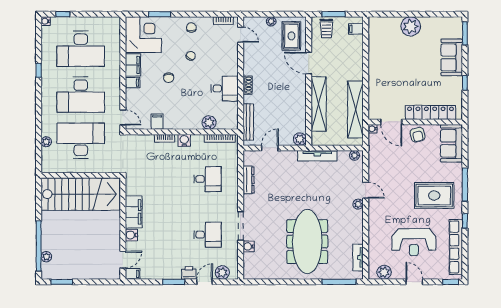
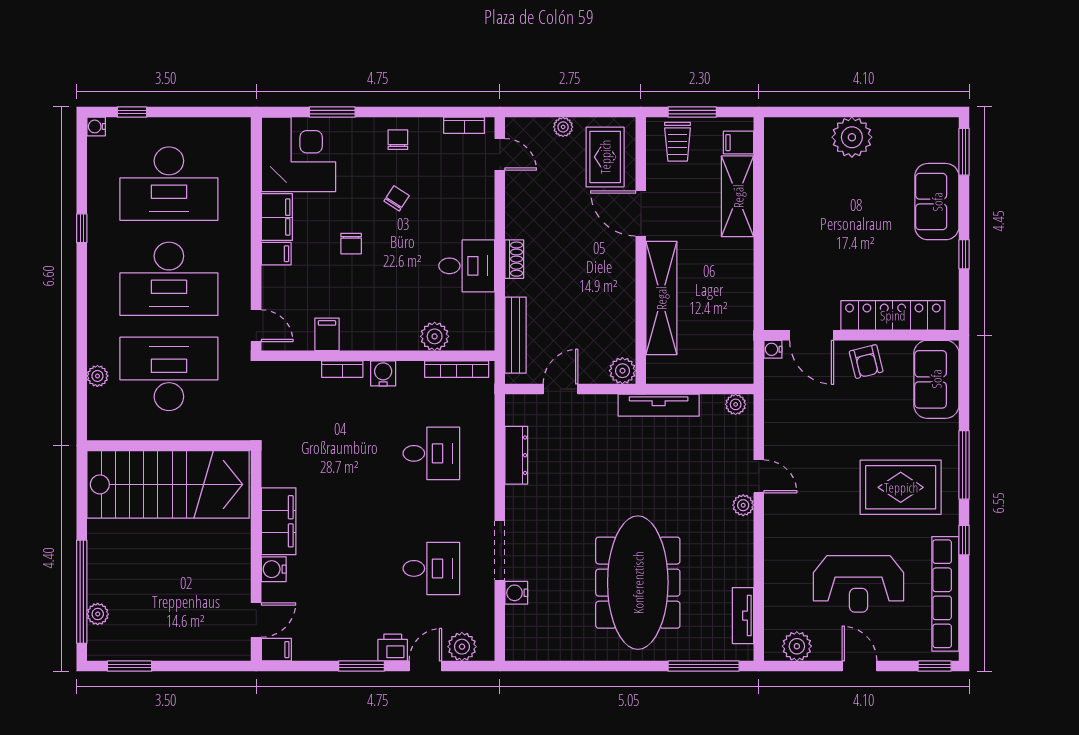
shelving: (355, 109) -> (738, 196), moved, width x0.68

